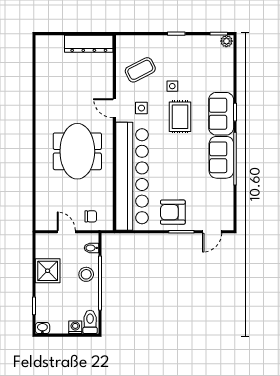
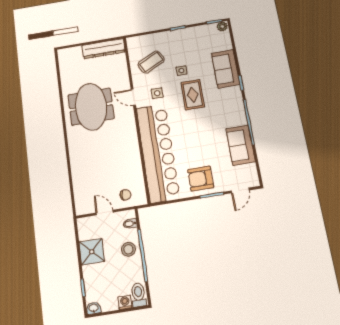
sofa: (221, 114) -> (226, 69), moved
meeting table: (77, 151) -> (91, 107), moved
sofa: (221, 157) -> (241, 145), moved

